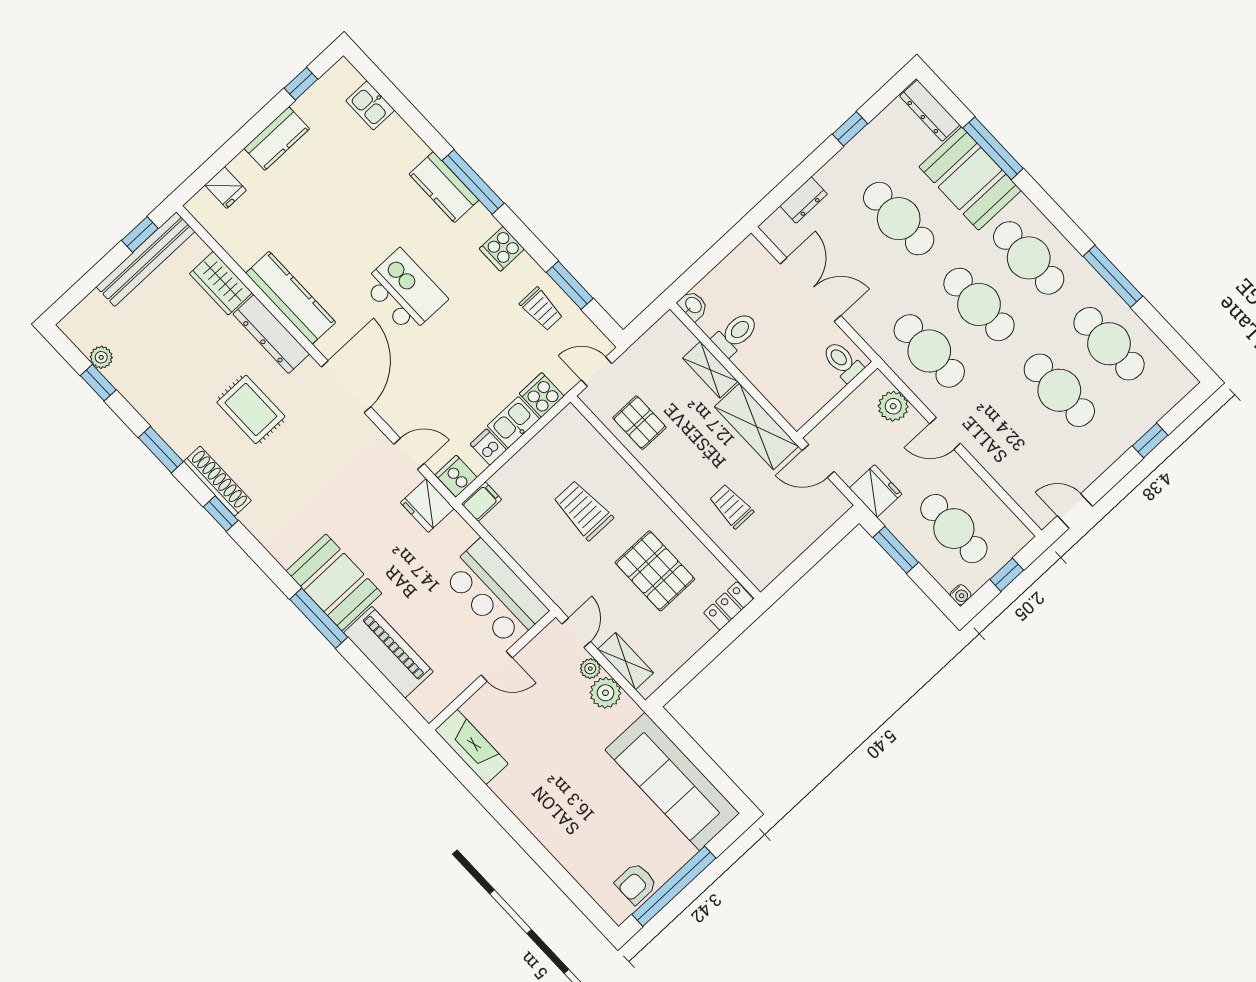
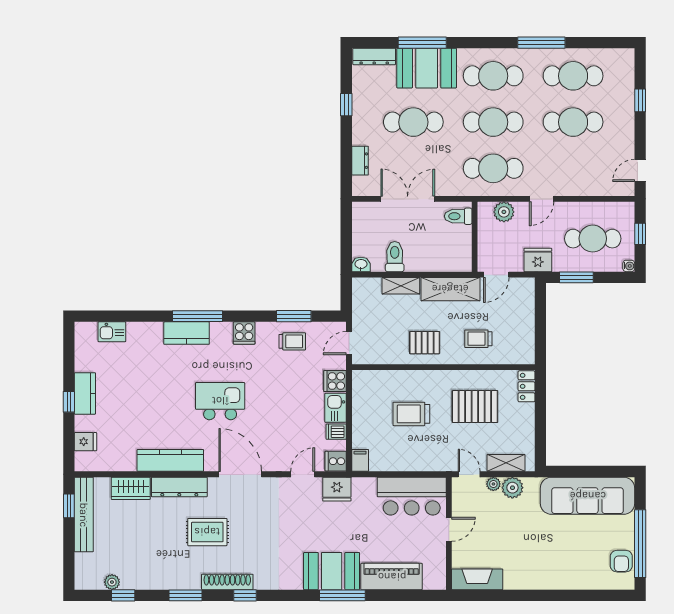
window: (301, 84) -> (69, 402), moved
pallet: (639, 423) -> (425, 343), moved

